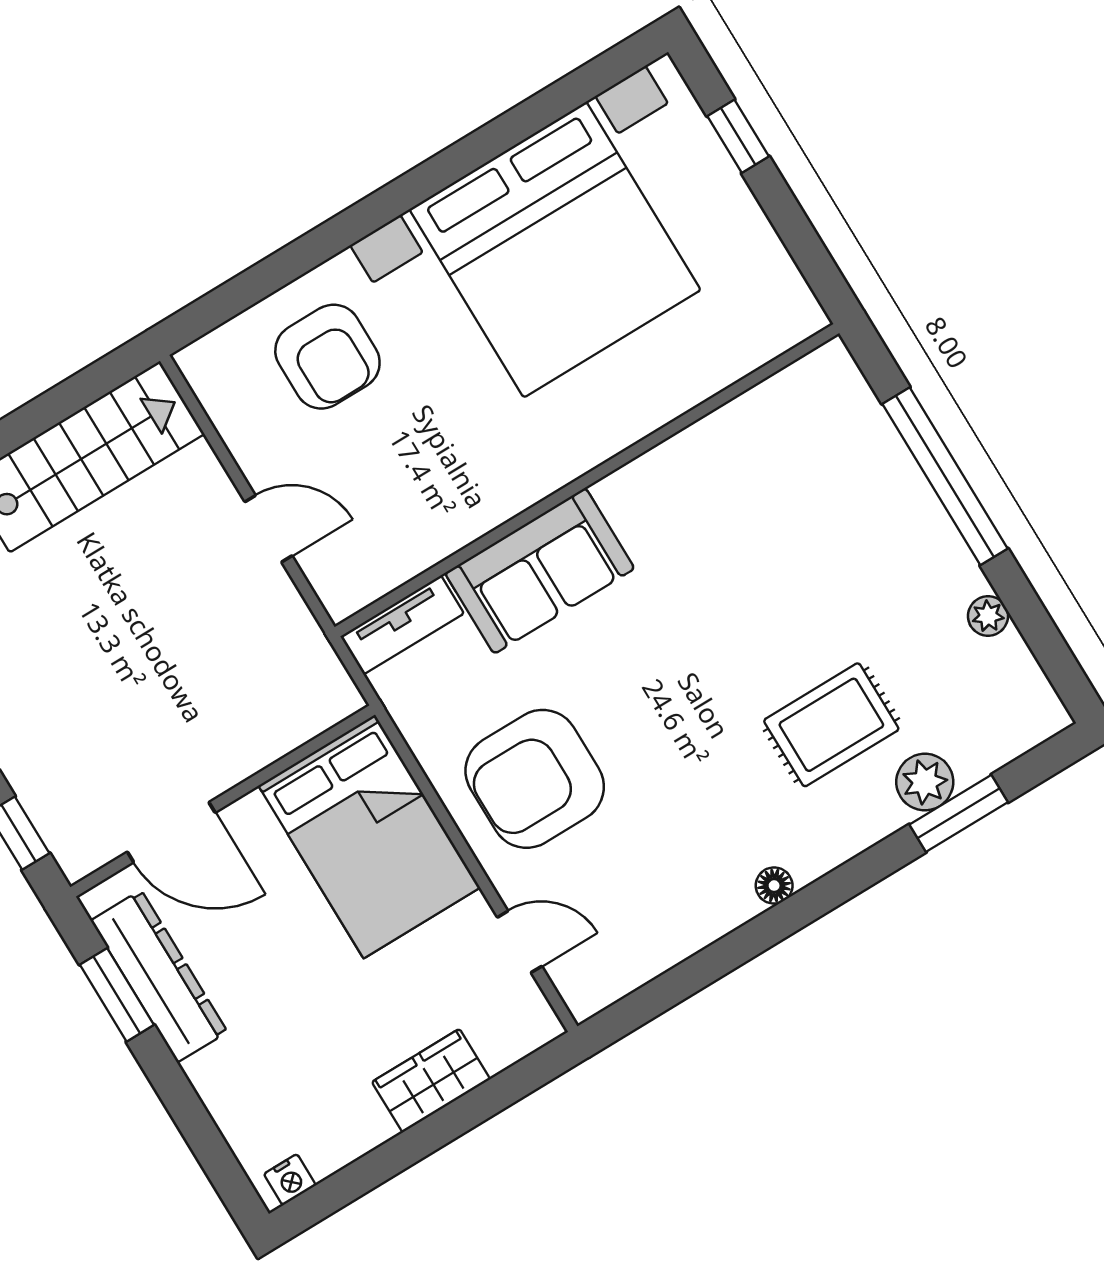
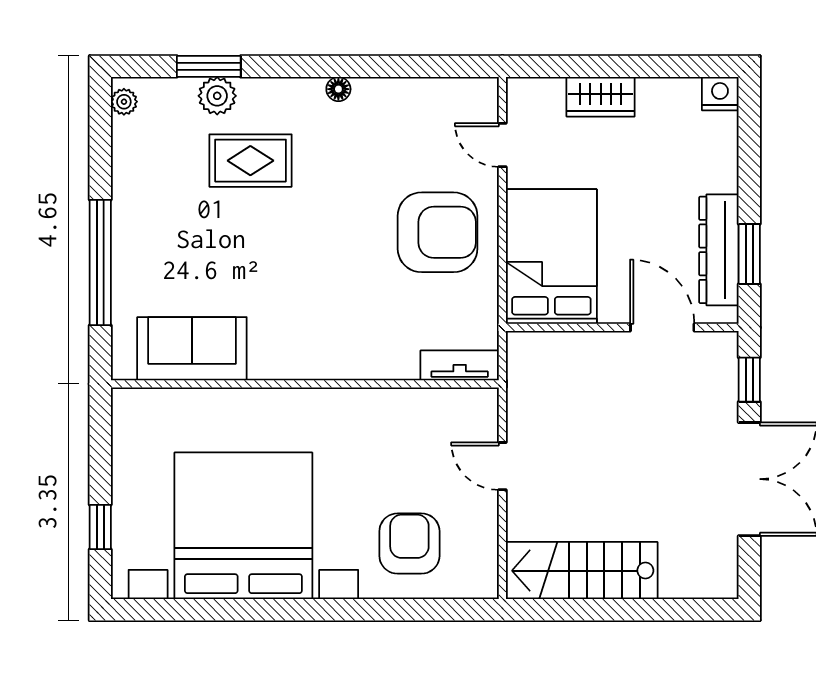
sofa: (540, 571) -> (192, 349), moved
plant: (988, 616) -> (124, 102), moved
nightstand: (290, 1180) -> (720, 94), width x1.39, depth x1.35

